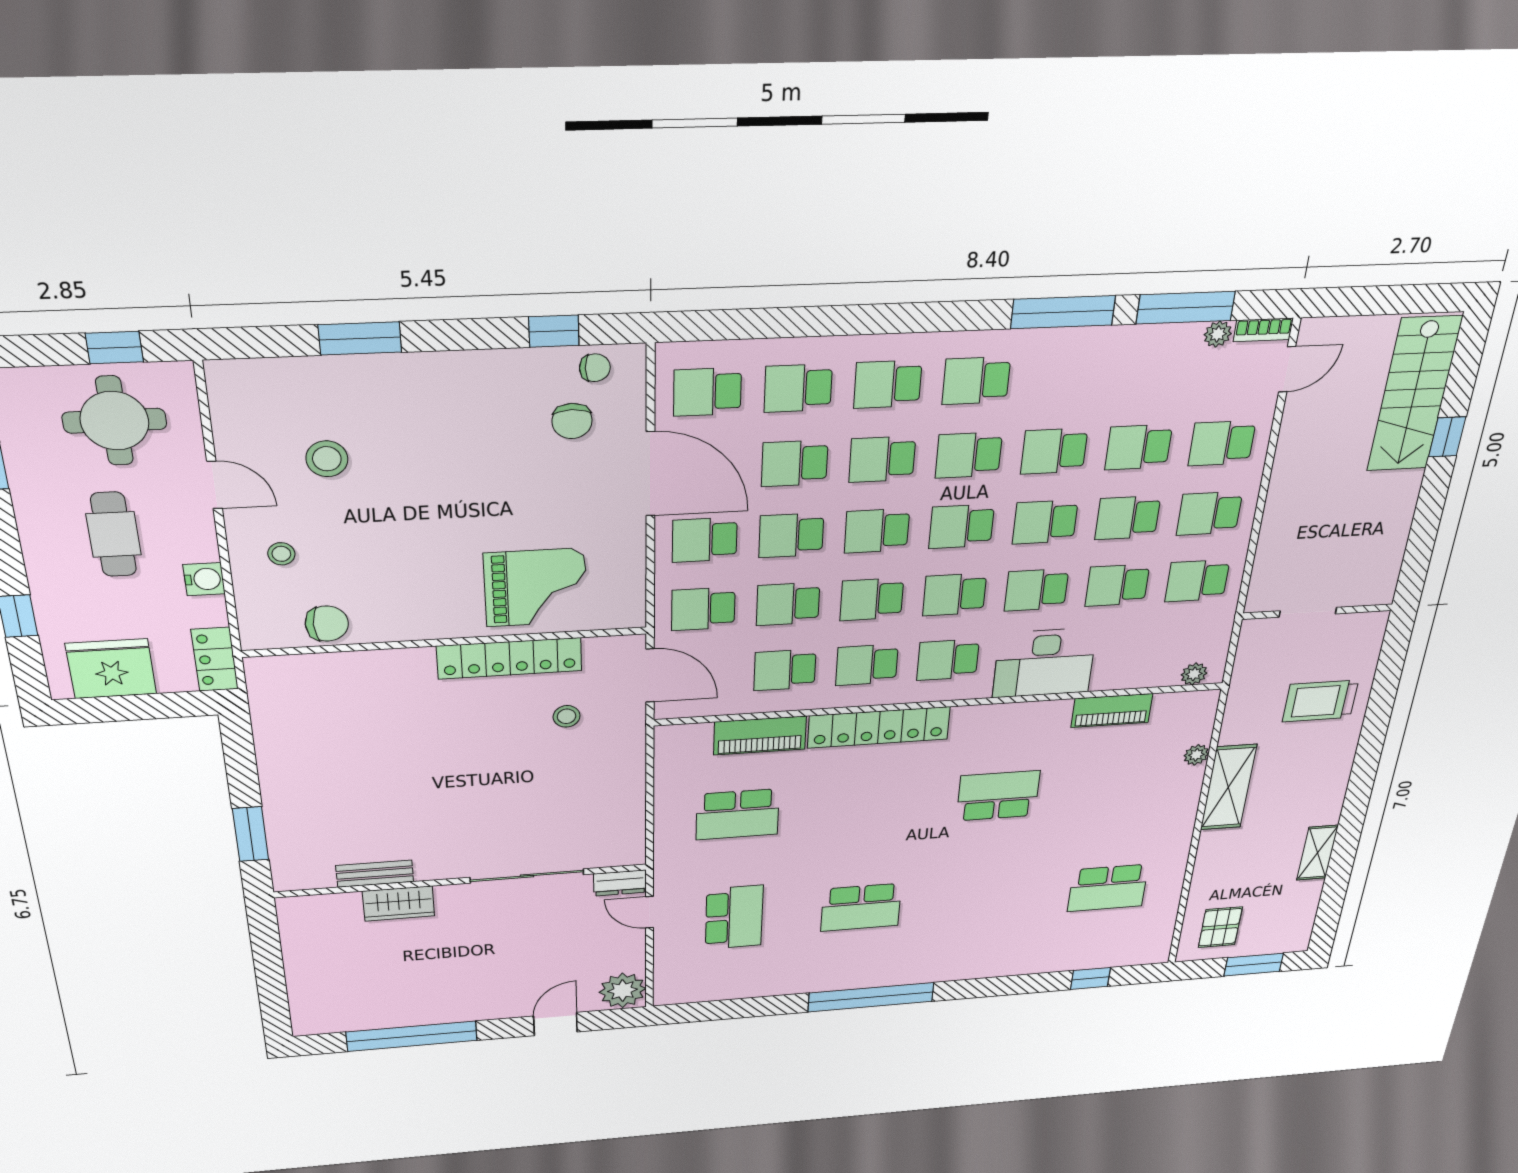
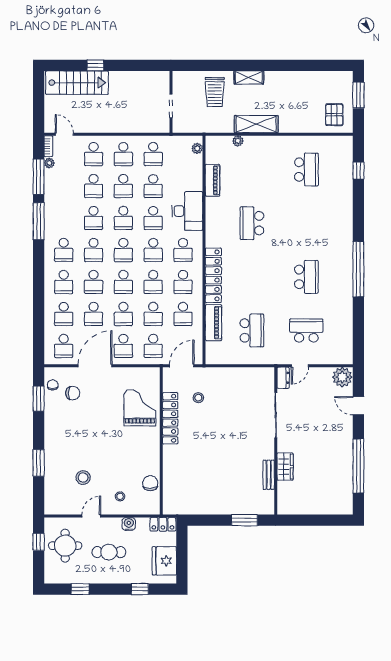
window: (554, 331) -> (39, 399), width x1.50
shelving: (1317, 853) -> (249, 77), moved
pallet: (1220, 927) -> (334, 115), turned 90

